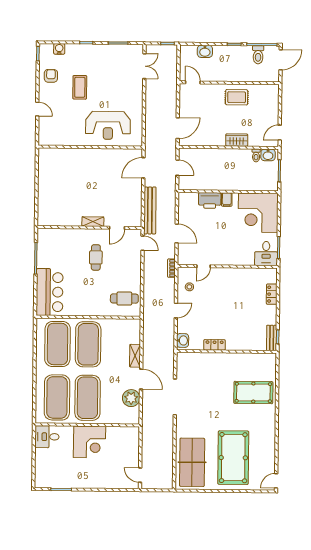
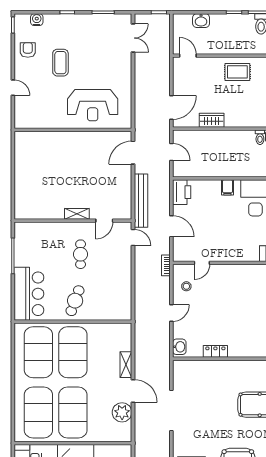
wardrobe: (237, 140) -> (212, 120), moved
printer: (210, 200) -> (182, 192), moved, turned -90
cafe table: (124, 299) -> (75, 301), moved, turned -70

